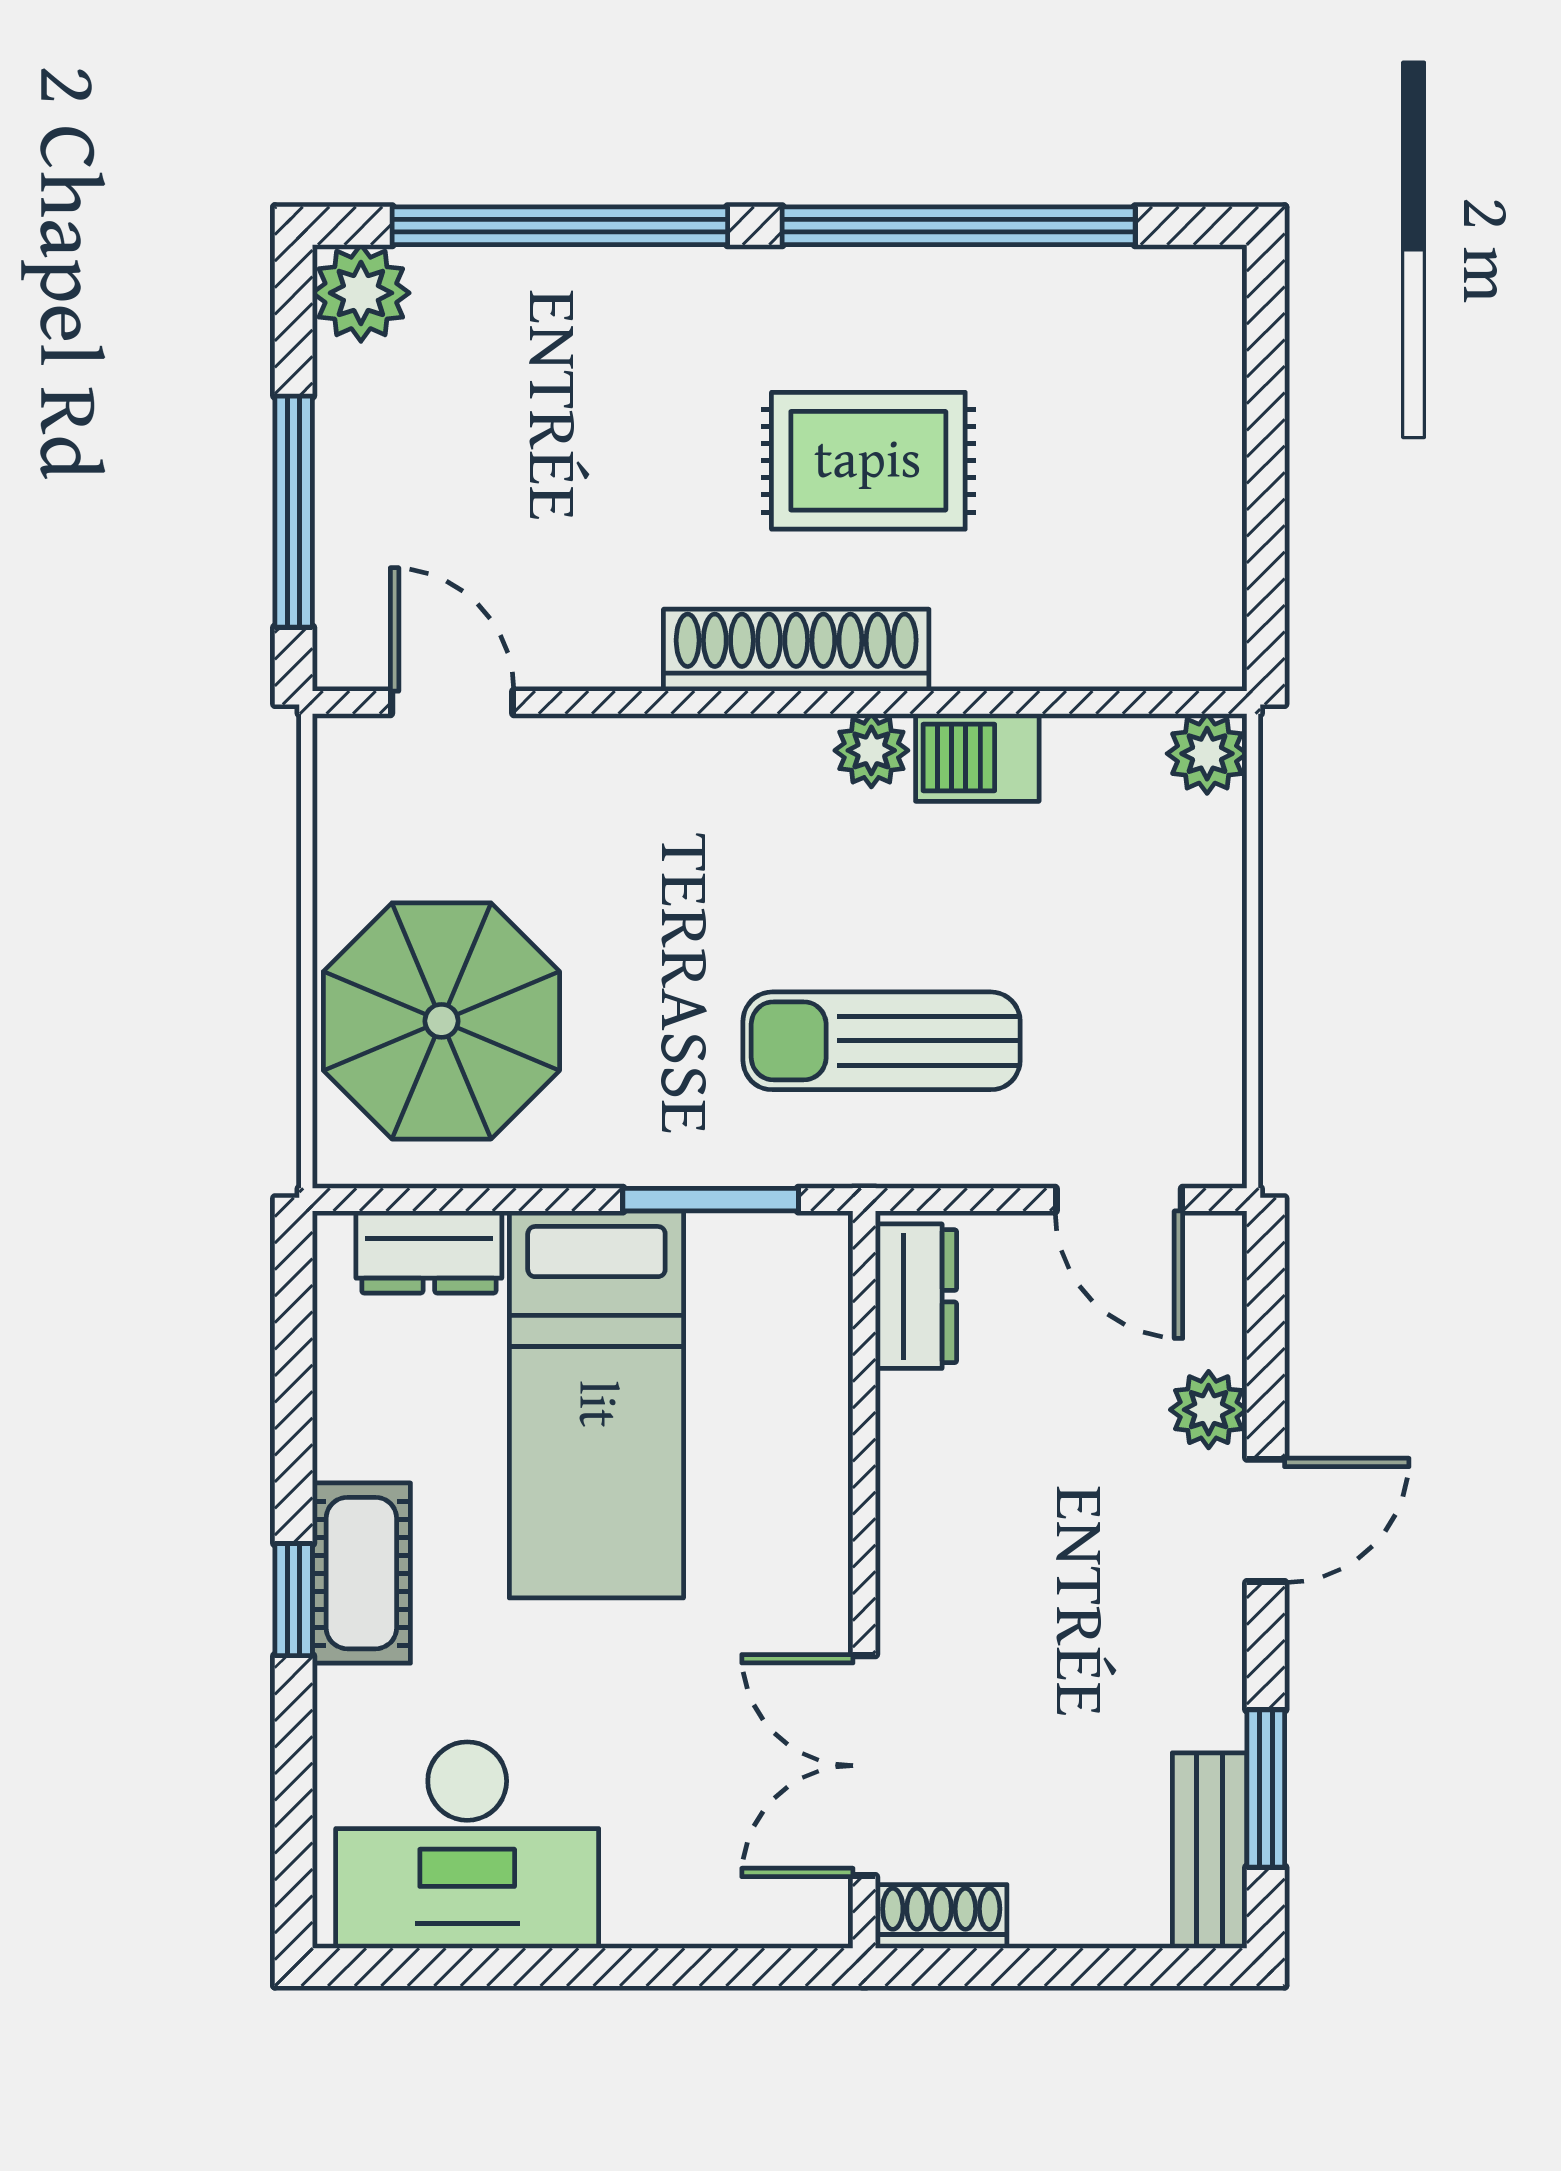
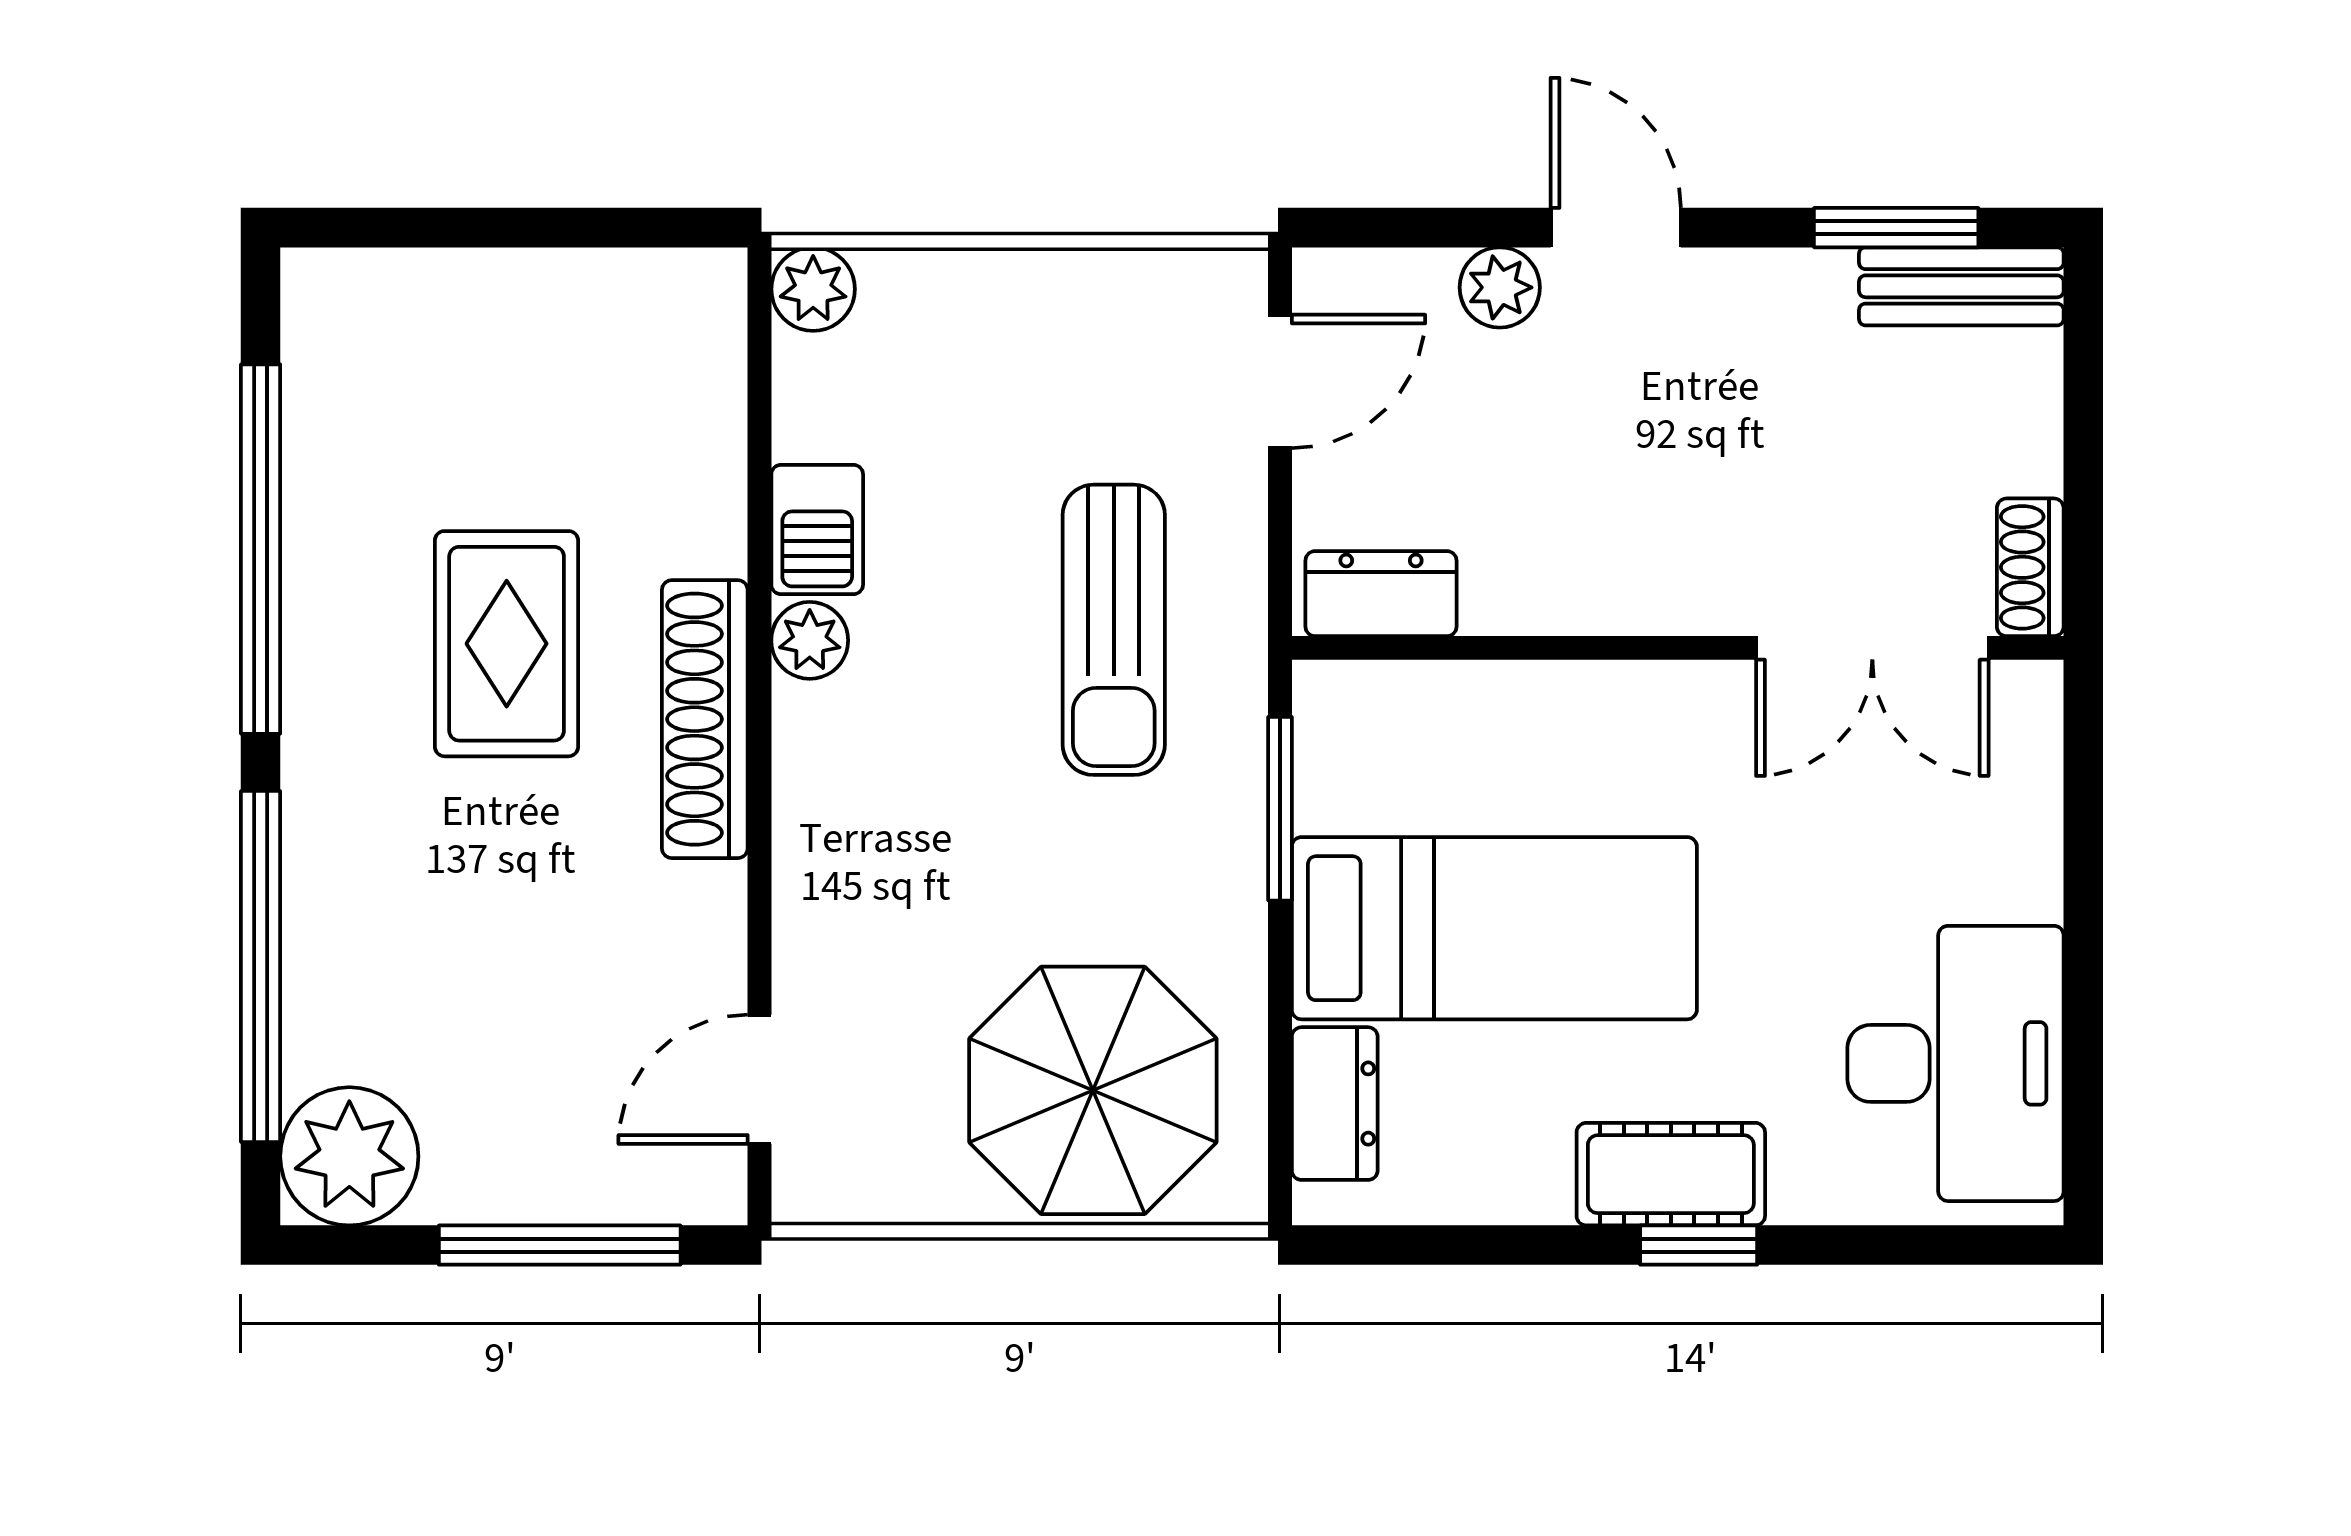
plant: (361, 293) -> (349, 1156), width x1.36, depth x1.36

